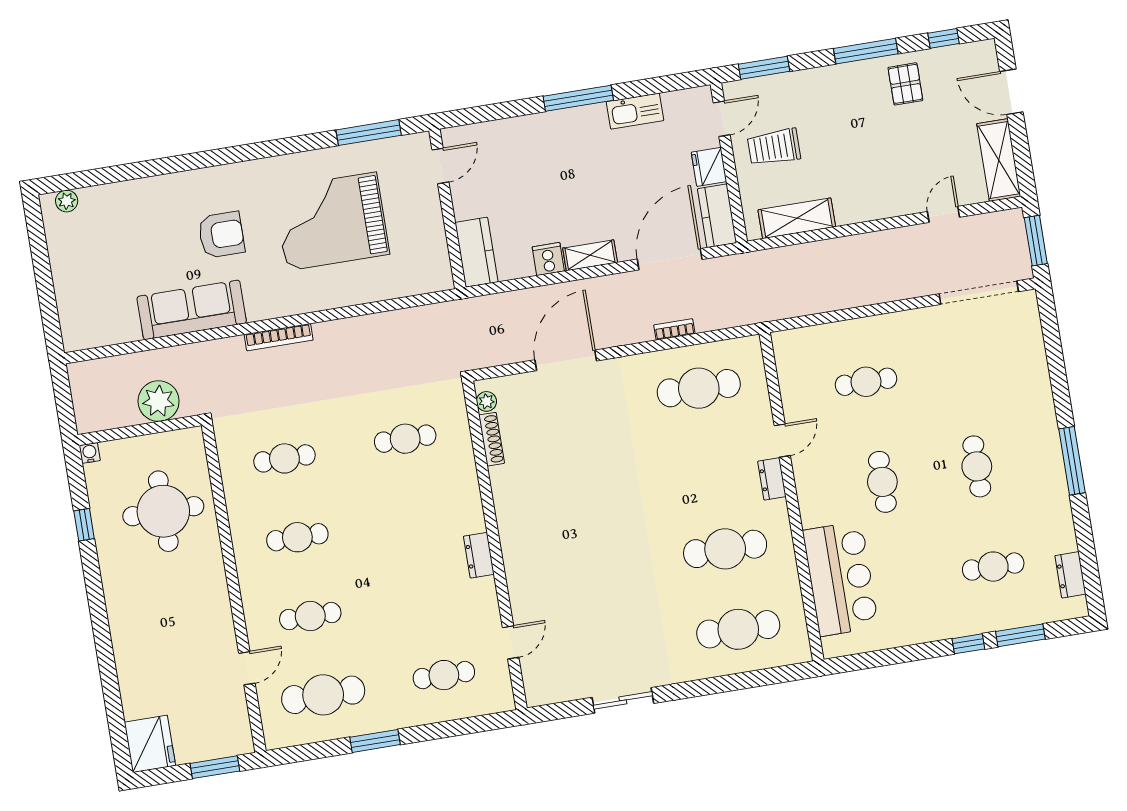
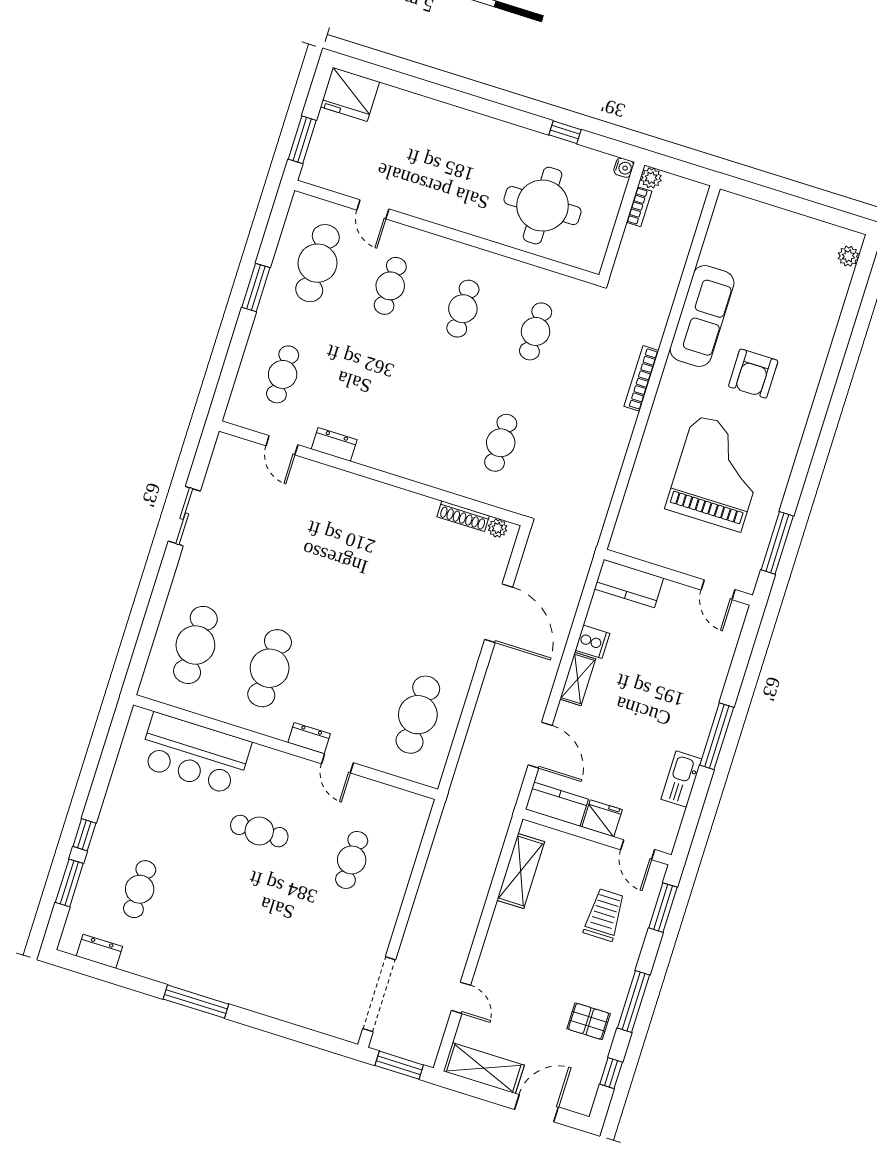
trolley: (774, 147) -> (604, 915), moved
door: (670, 259) -> (540, 745), width x0.73
bookcase: (674, 329) -> (639, 207), moved
plant: (159, 401) -> (651, 178), moved, width x0.53, depth x0.53
cafe table: (977, 466) -> (232, 918), removed
dresser: (479, 555) -> (334, 444), moved

